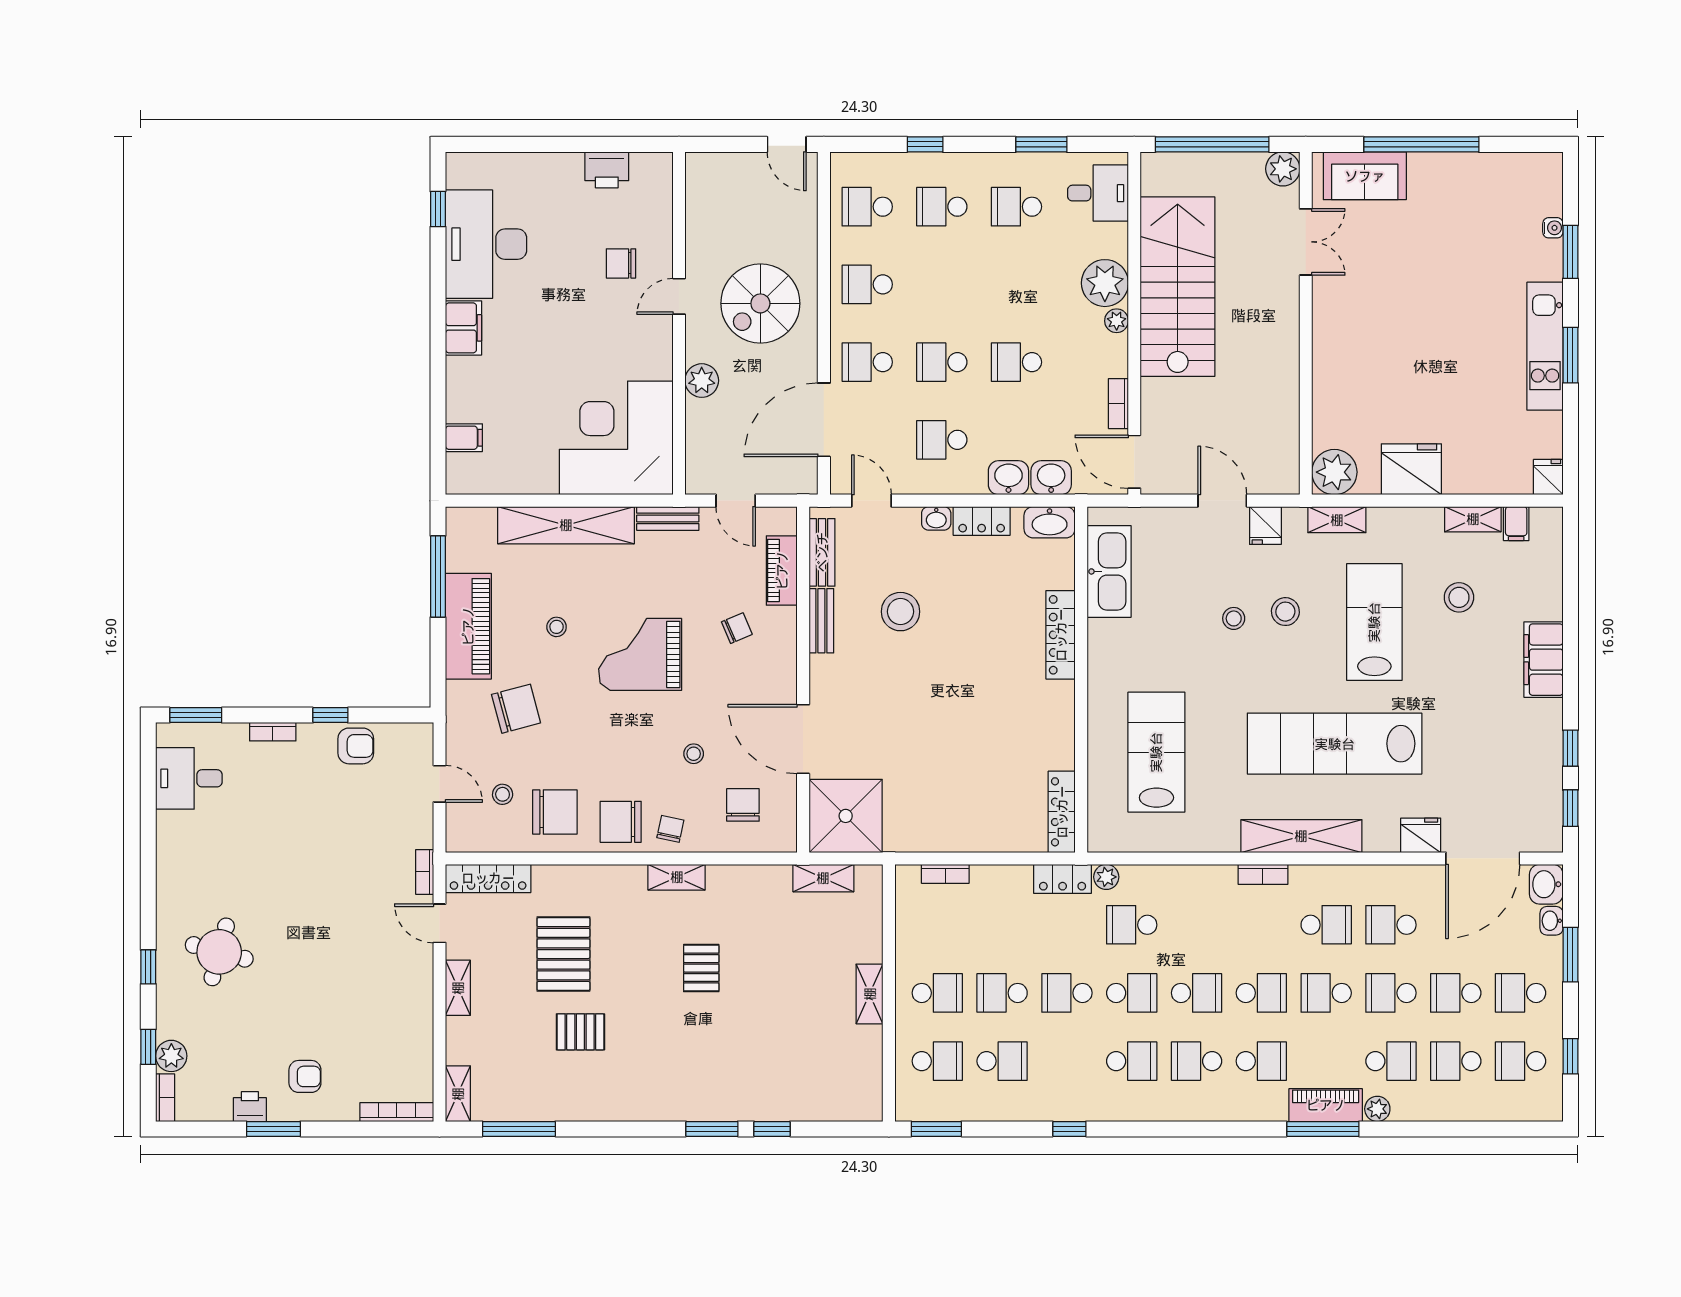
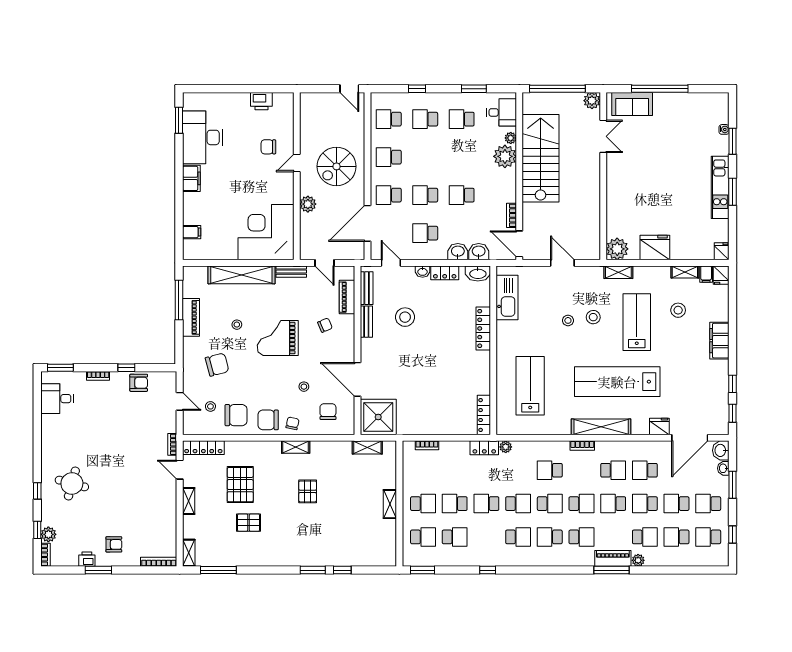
window: (438, 209) -> (179, 120), width x1.50
plant: (1117, 321) -> (511, 138), moved
fridge: (1265, 526) -> (721, 275), moved
piano: (468, 626) -> (191, 317), width x0.73, depth x0.75
school desk: (1132, 925) -> (550, 470), moved

